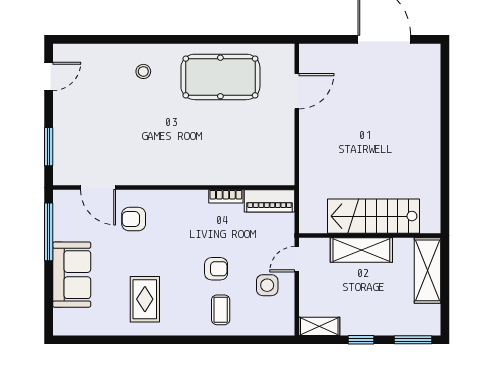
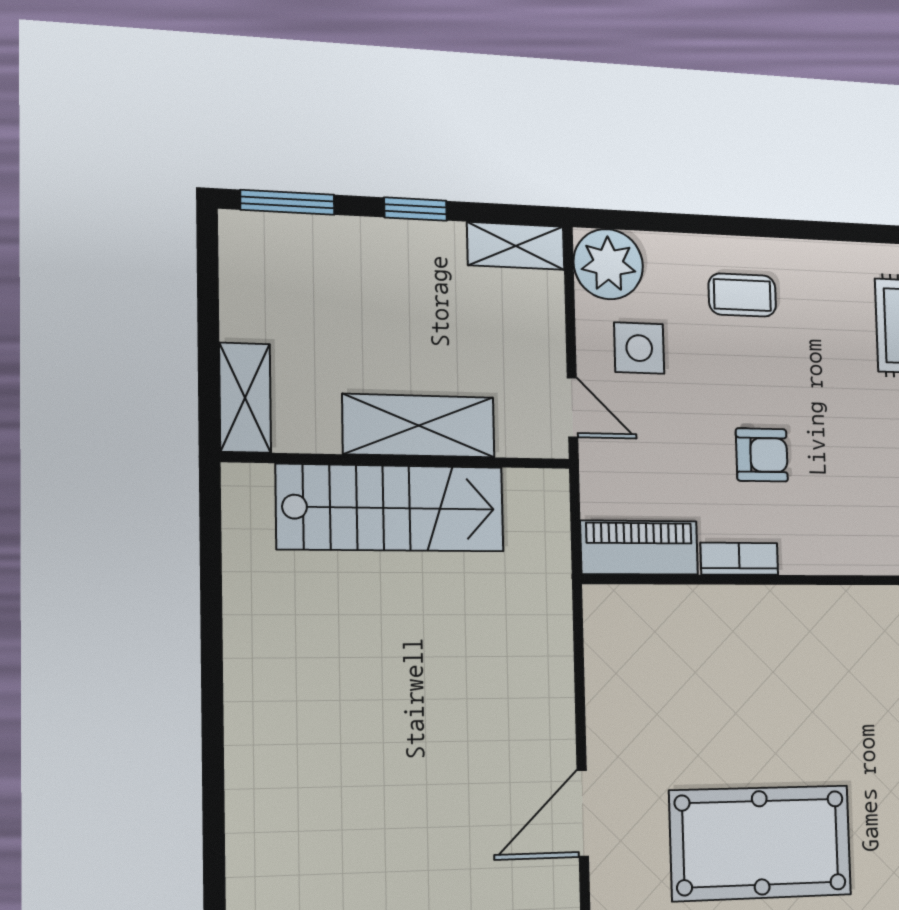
door: (297, 259) -> (572, 407), hinge flipped
armchair: (216, 269) -> (762, 455), moved, turned 180
shelving: (428, 270) -> (245, 398), width x0.67, depth x0.75
coffee table: (221, 310) -> (742, 295), turned 90
plant: (280, 321) -> (608, 264), added

